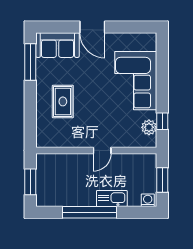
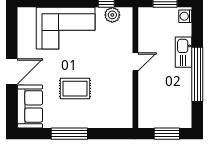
window: (30, 62) -> (69, 134), moved
rug: (63, 101) -> (75, 89), moved
door: (102, 150) -> (135, 62), hinge flipped

